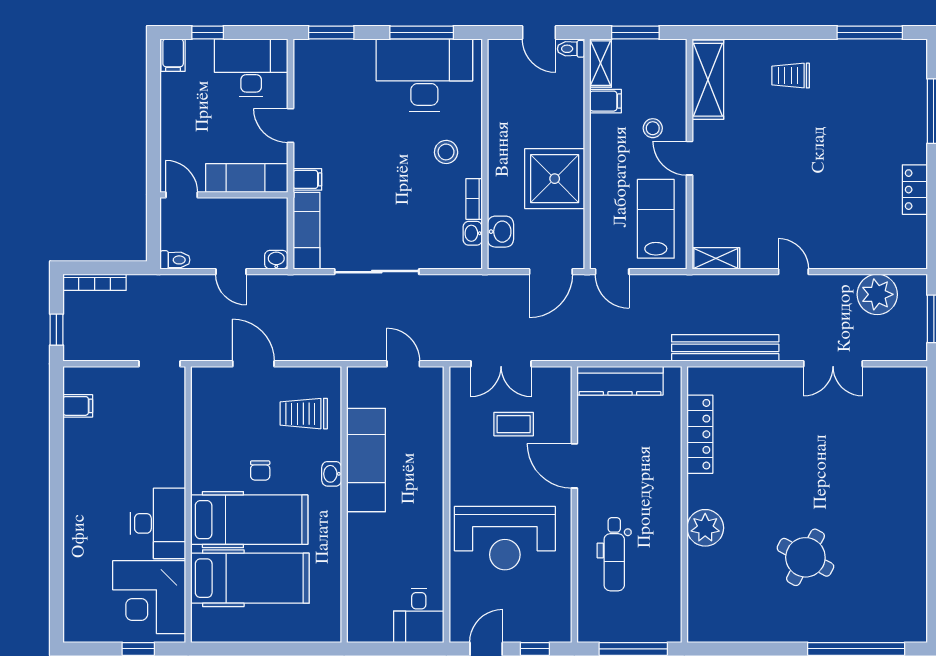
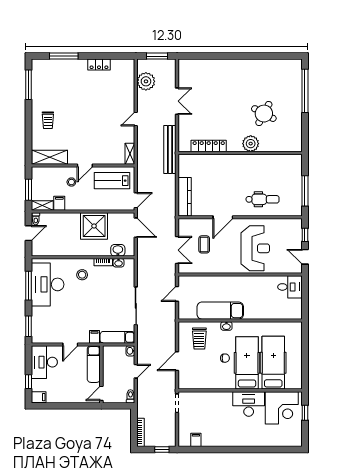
locker: (700, 434) -> (209, 146), moved
wall: (684, 504) -> (240, 153), moved
plant: (705, 528) -> (251, 144), moved

